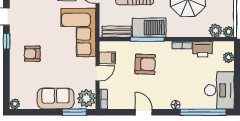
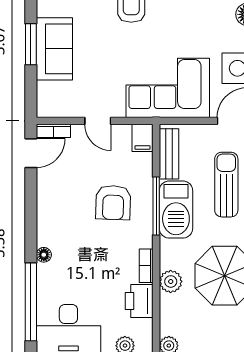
plant: (215, 31) -> (171, 281), moved
filing cabinet: (107, 58) -> (142, 138), moved
plant: (86, 98) -> (55, 102), removed
window: (74, 112) -> (31, 44), moved
door: (144, 112) -> (31, 153), moved

